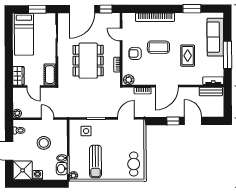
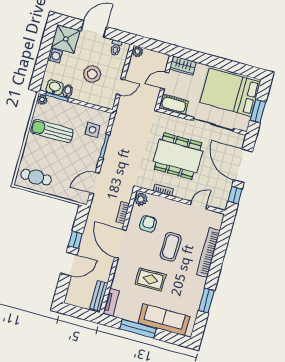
bed: (24, 34) -> (230, 92), width x1.50
armchair: (135, 54) -> (148, 224), moved
door: (126, 118) -> (95, 183), swing flipped

